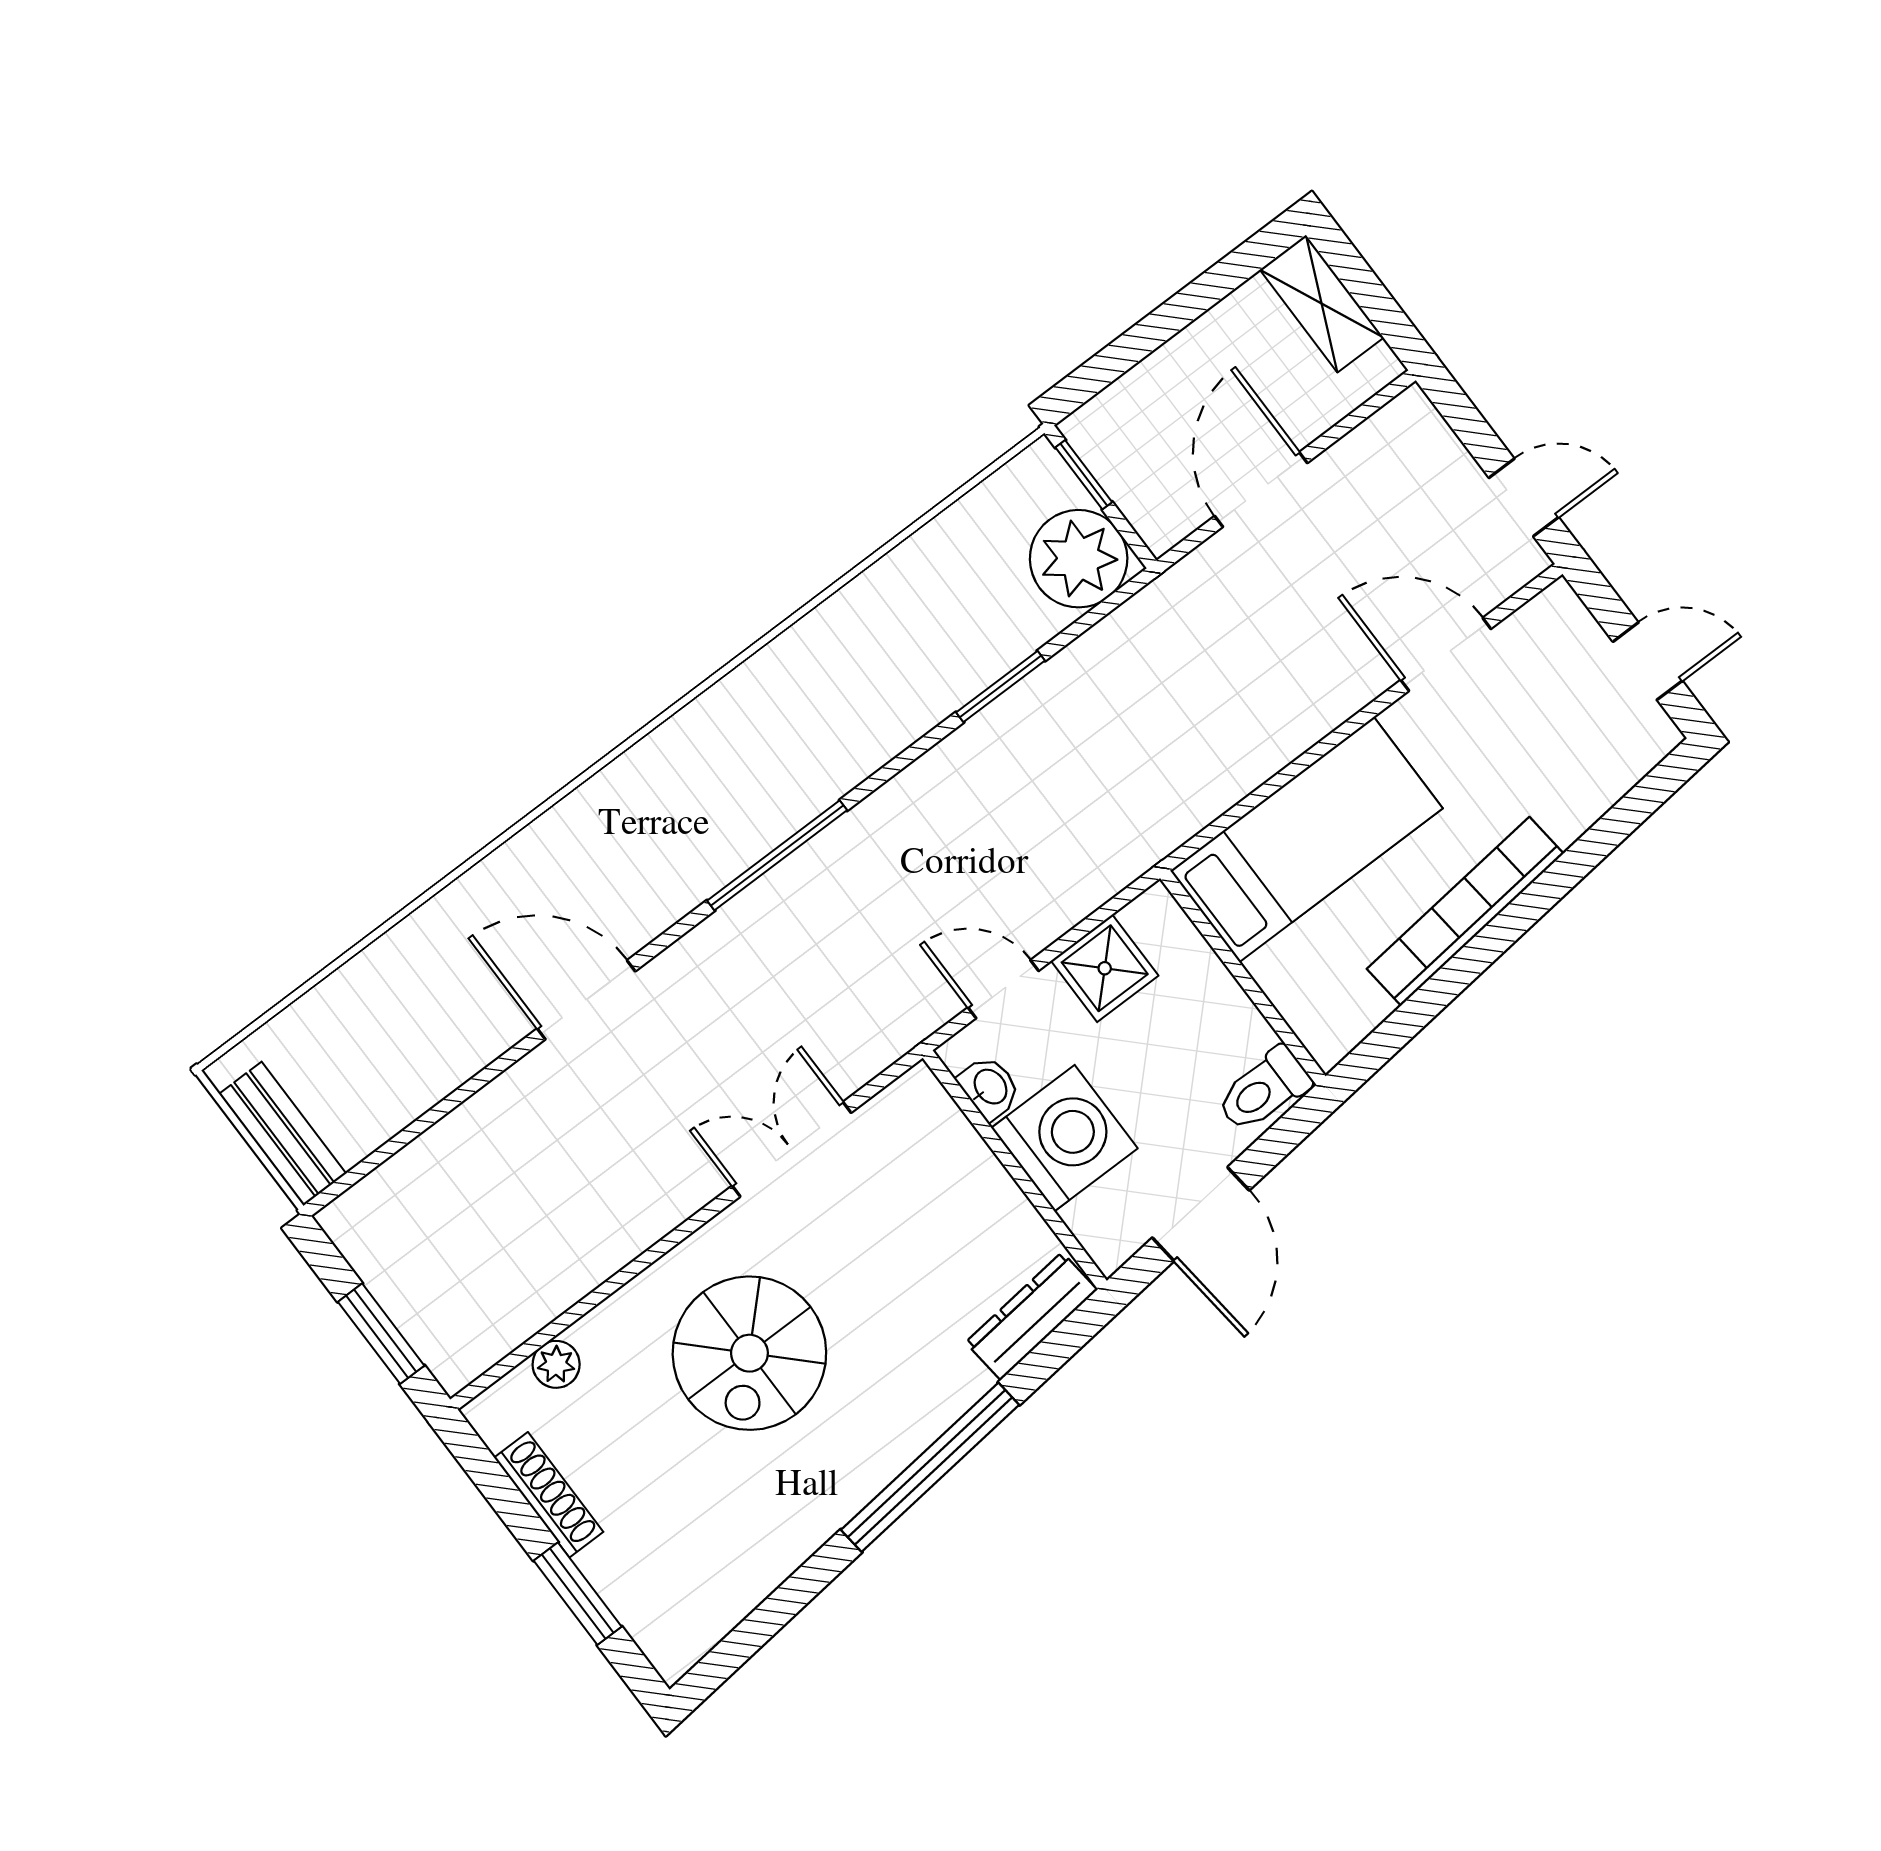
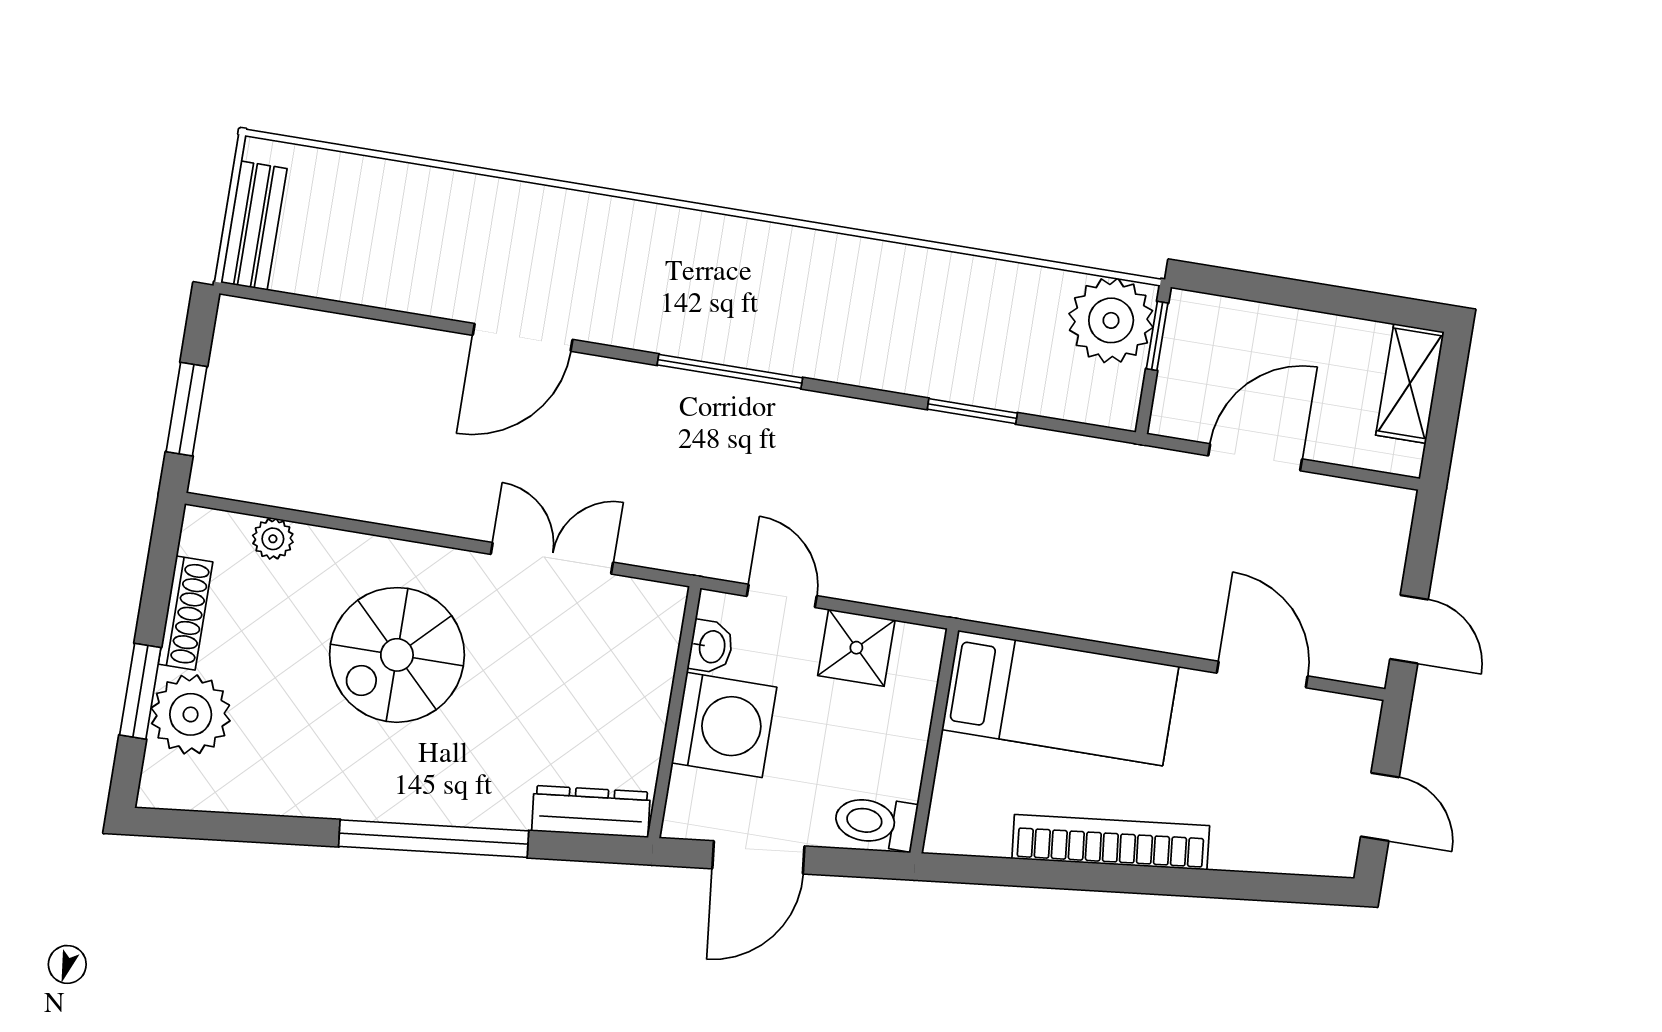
plant: (1079, 559) -> (1111, 320), moved
door: (586, 1000) -> (523, 337), swing flipped
plant: (636, 1570) -> (191, 714), added

